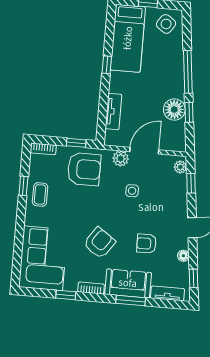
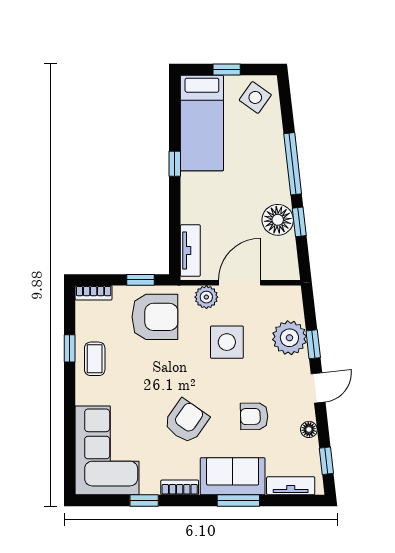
tv unit: (113, 112) -> (190, 251), moved
plant: (180, 167) -> (289, 338), moved, width x1.87, depth x1.87
window: (191, 183) -> (313, 344), moved
side table: (132, 191) -> (227, 342), width x1.87, depth x1.87

